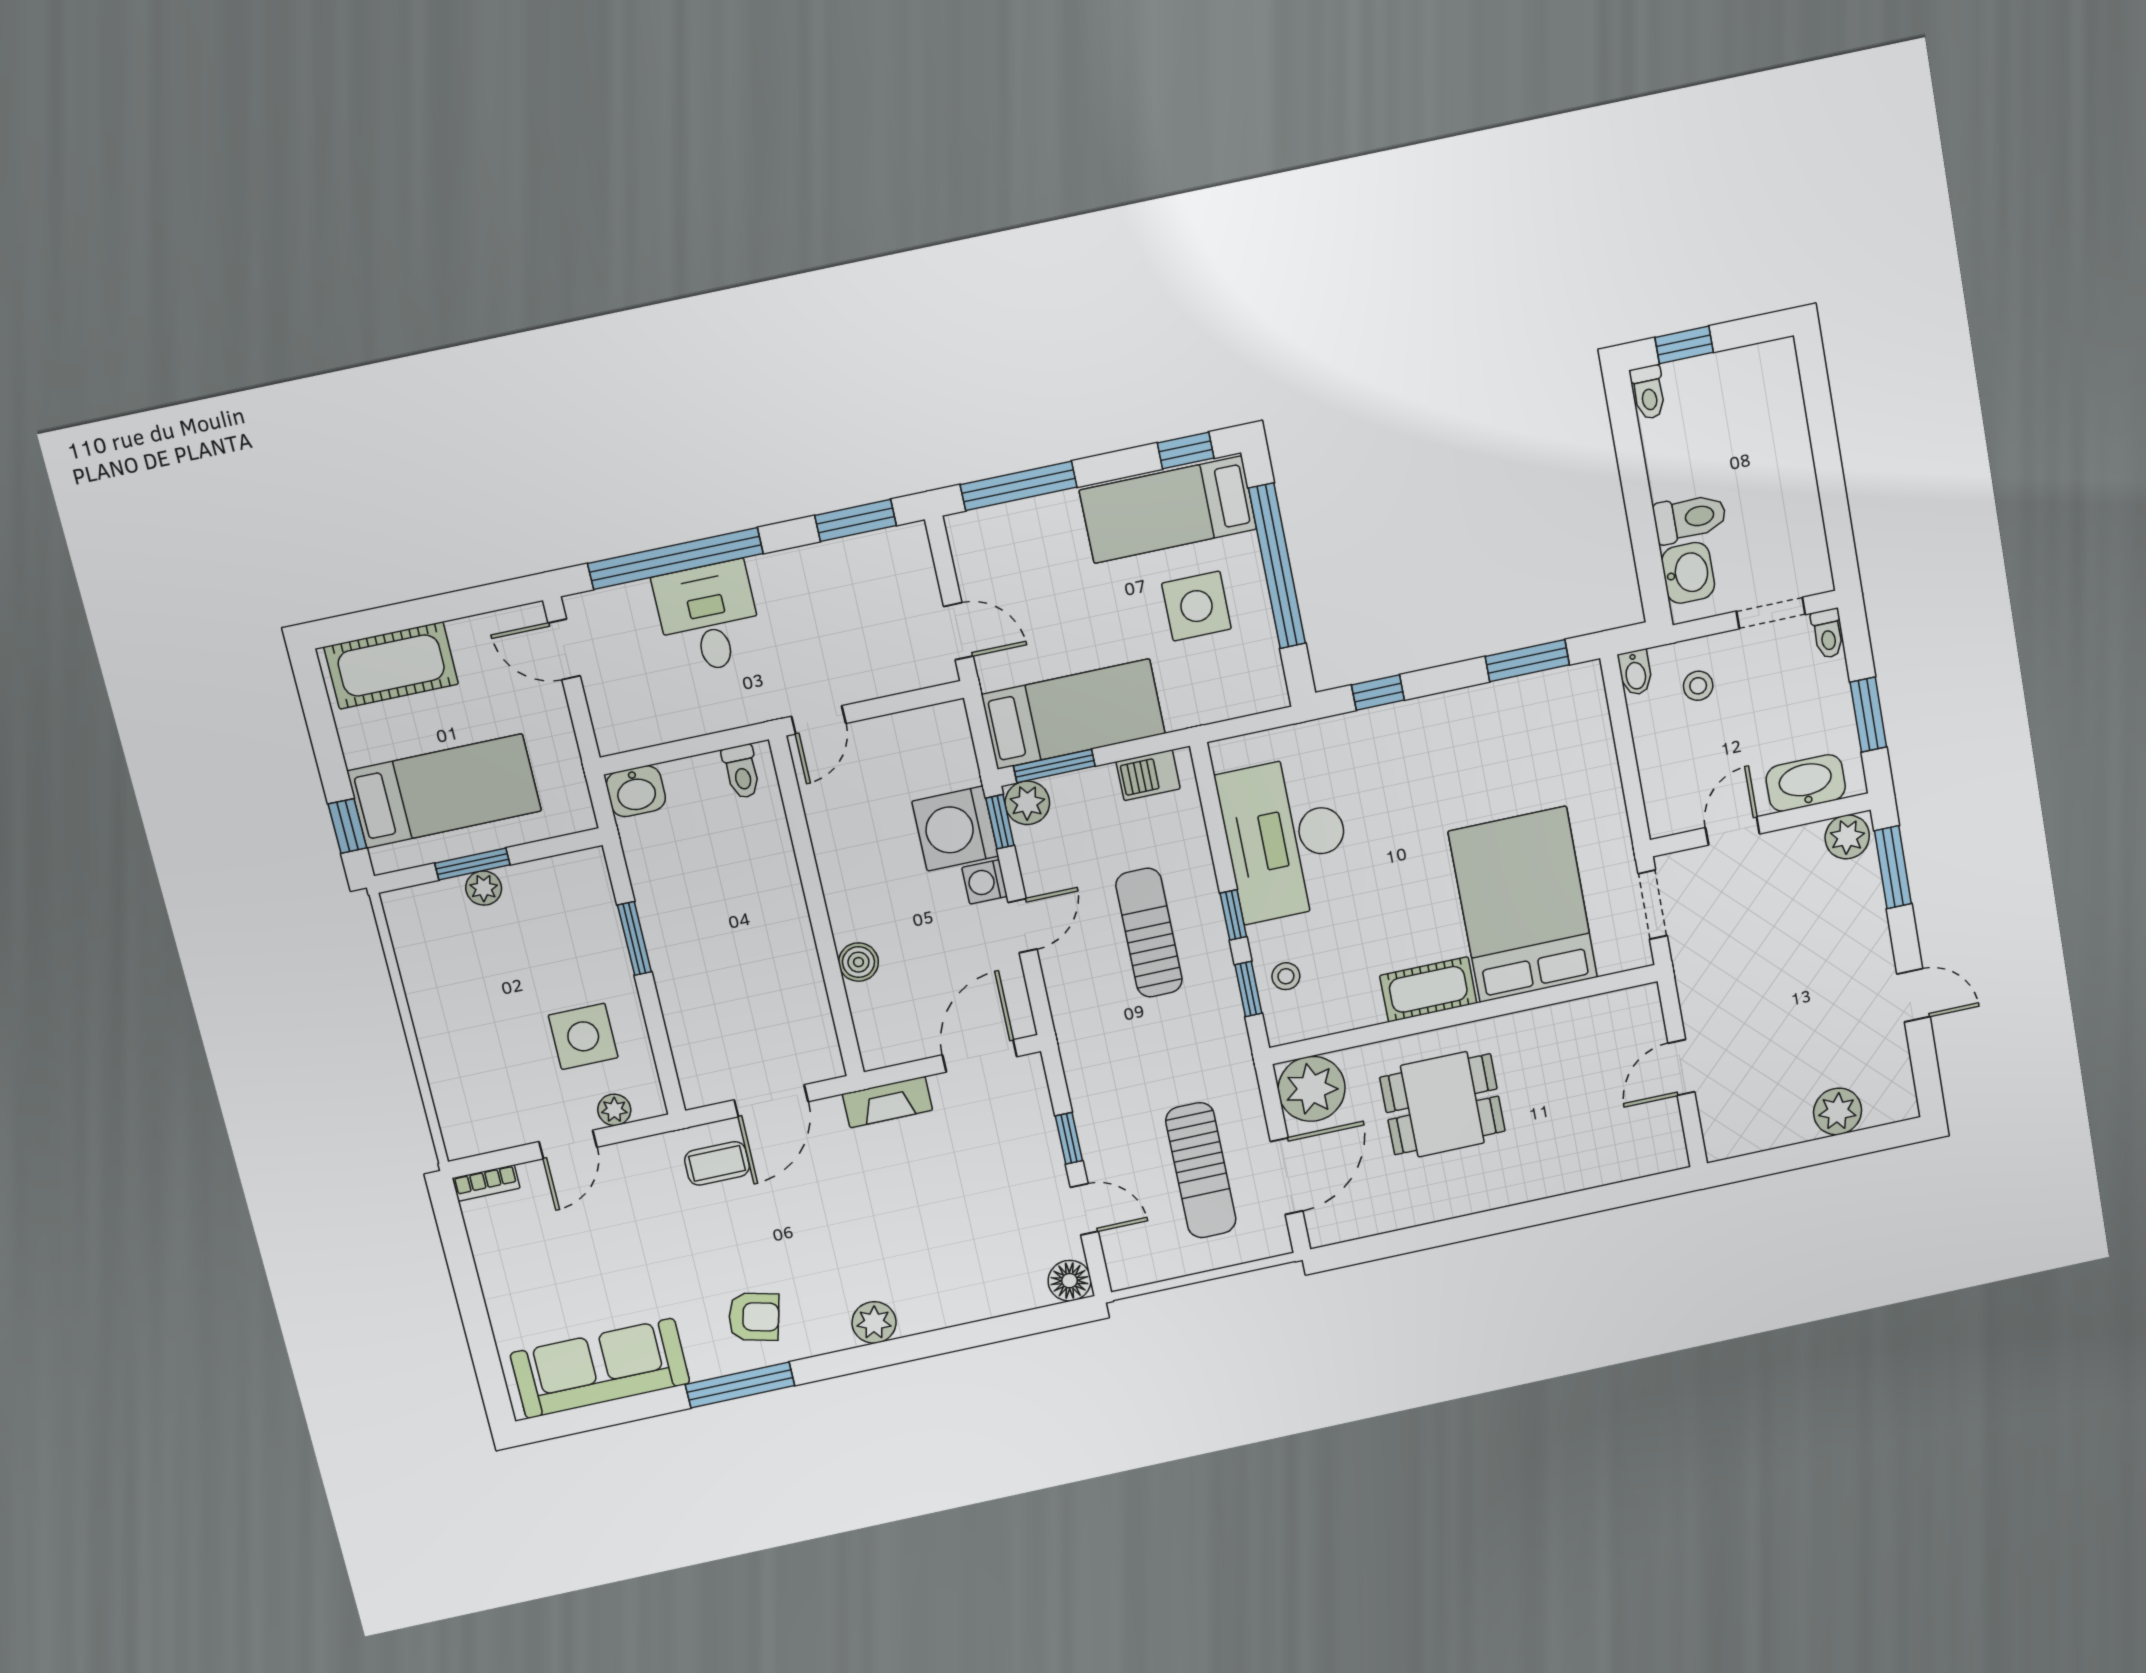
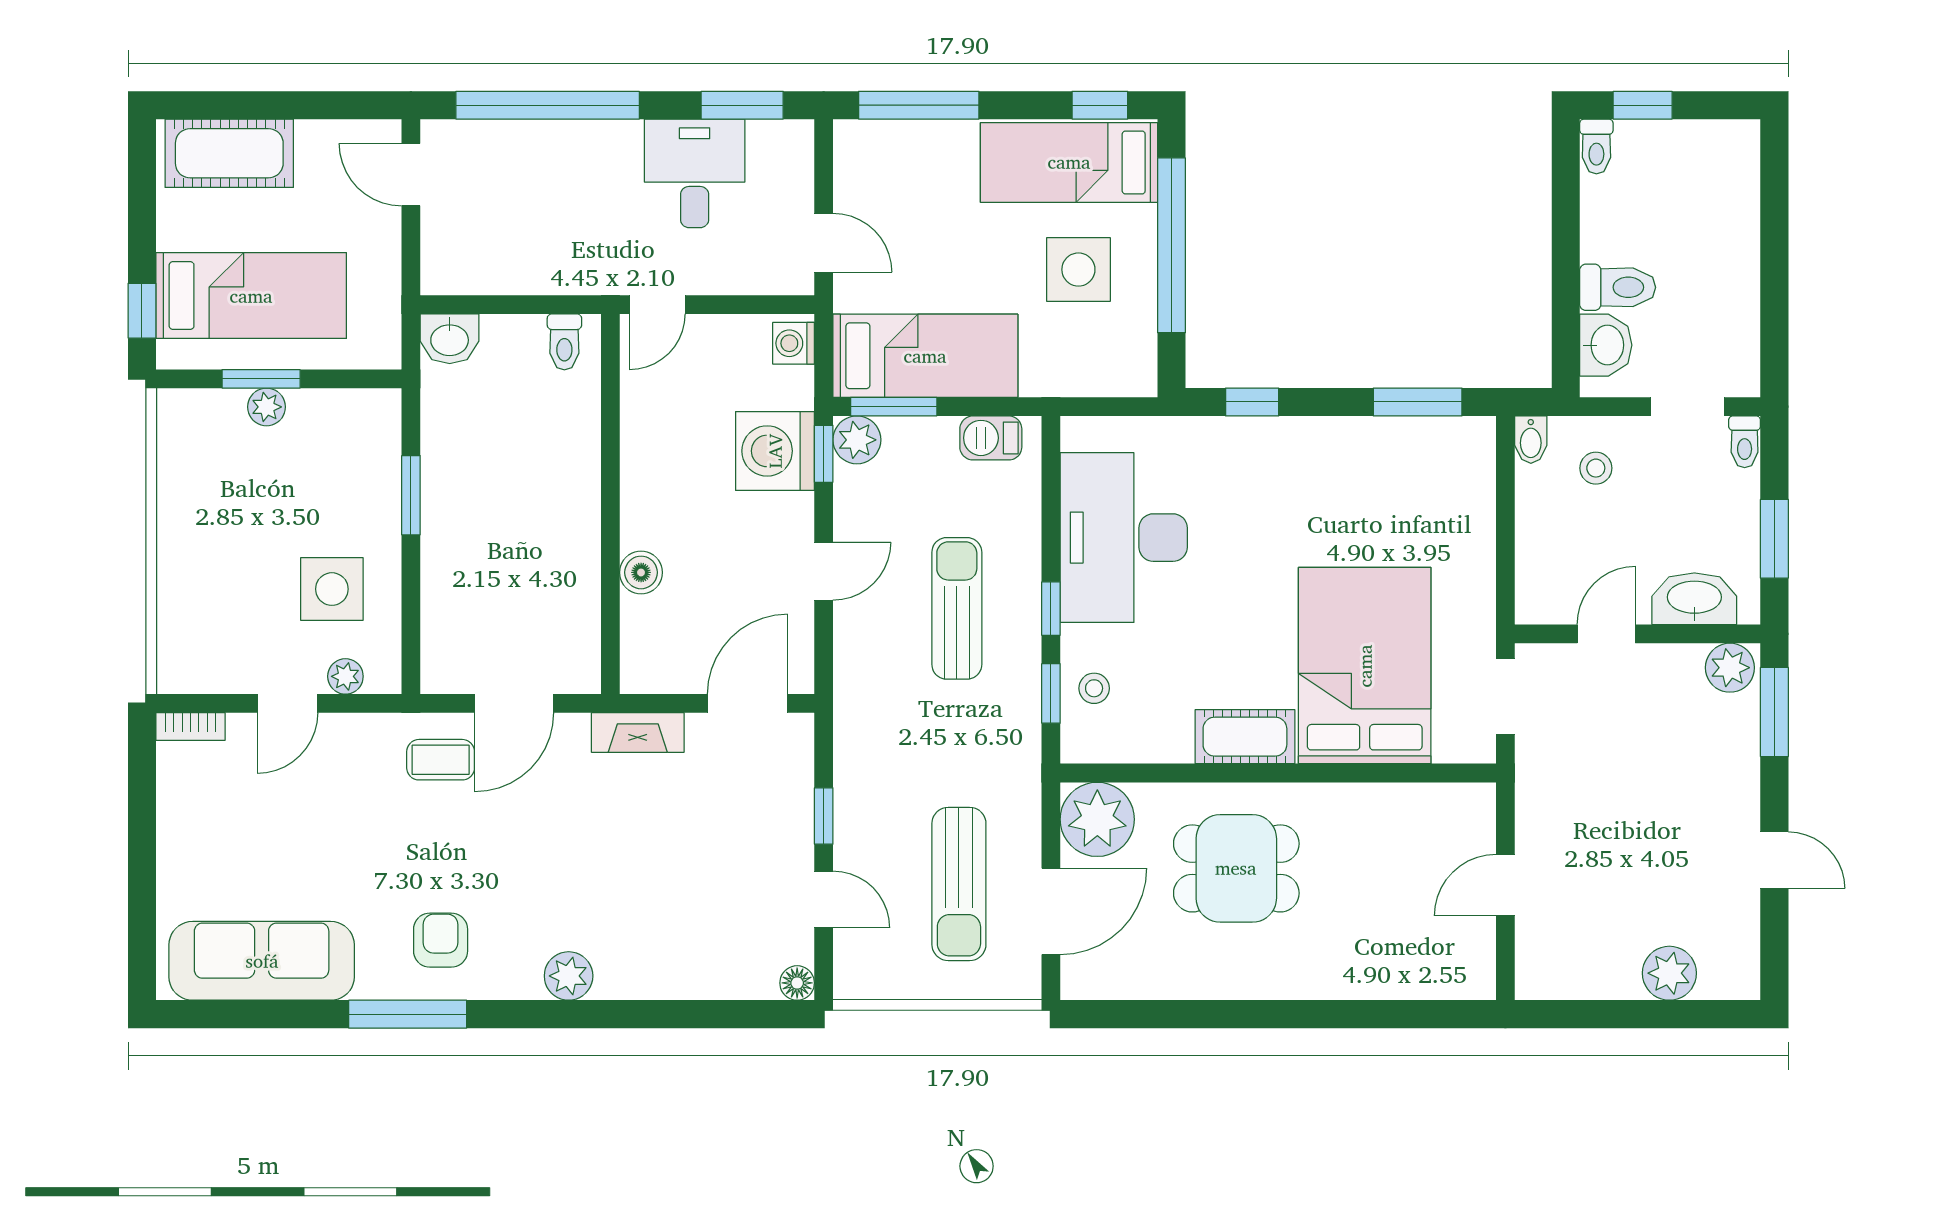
desk: (709, 618) -> (695, 173), moved
washing machine: (985, 882) -> (794, 343), moved
floor lamp: (1070, 1281) -> (797, 983), width x0.73, depth x0.73
armchair: (754, 1317) -> (441, 940), turned -104

